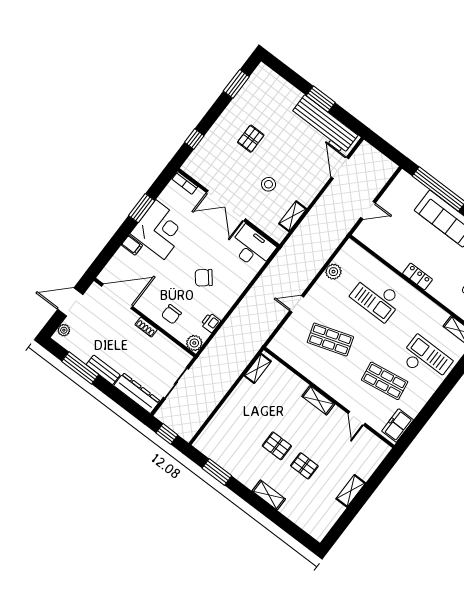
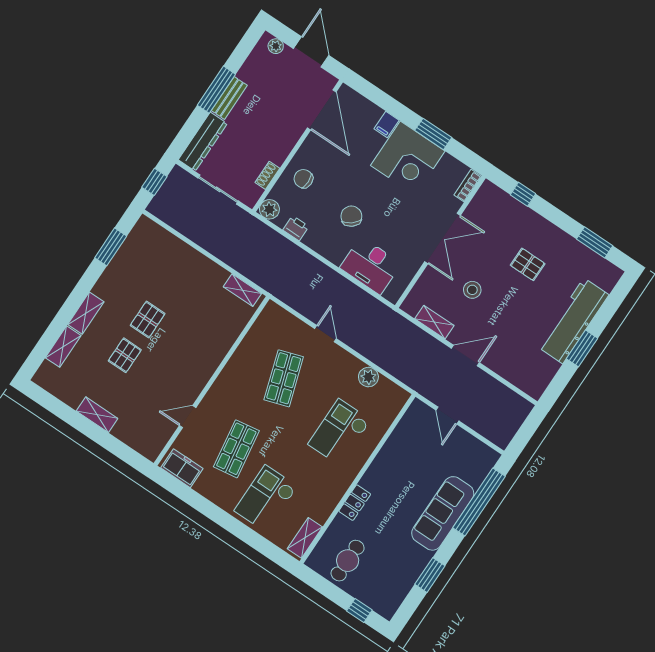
workbench: (324, 125) -> (573, 321), moved
door: (340, 168) -> (465, 355), moved
double door: (226, 206) -> (442, 238), swing flipped
desk: (252, 247) -> (371, 266), moved, turned 90
locker: (417, 276) -> (355, 503), moved
shoe rack: (146, 327) -> (267, 175), moved
checkout: (426, 360) -> (266, 499), turned 180
window: (80, 368) -> (216, 90), moved
shelving: (318, 400) -> (63, 347), moved

